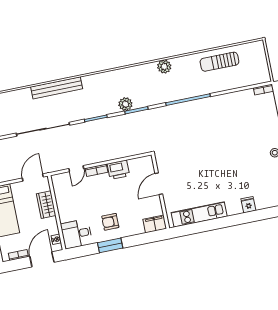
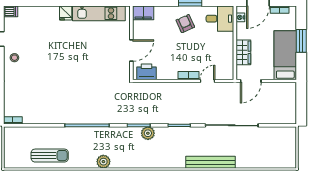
printer: (118, 170) -> (146, 72), moved
fridge: (248, 205) -> (66, 13), moved
armchair: (110, 222) -> (185, 24), turned -114

